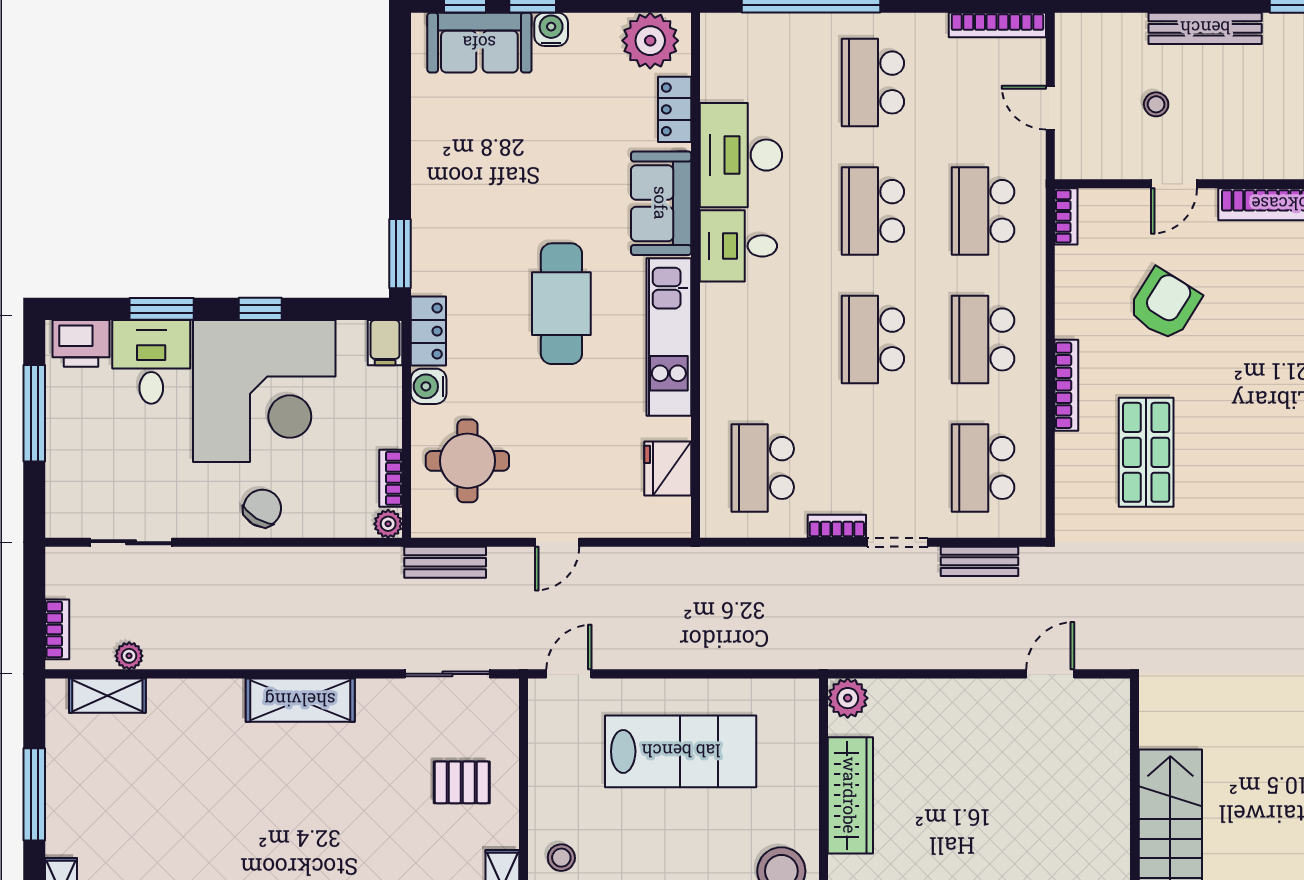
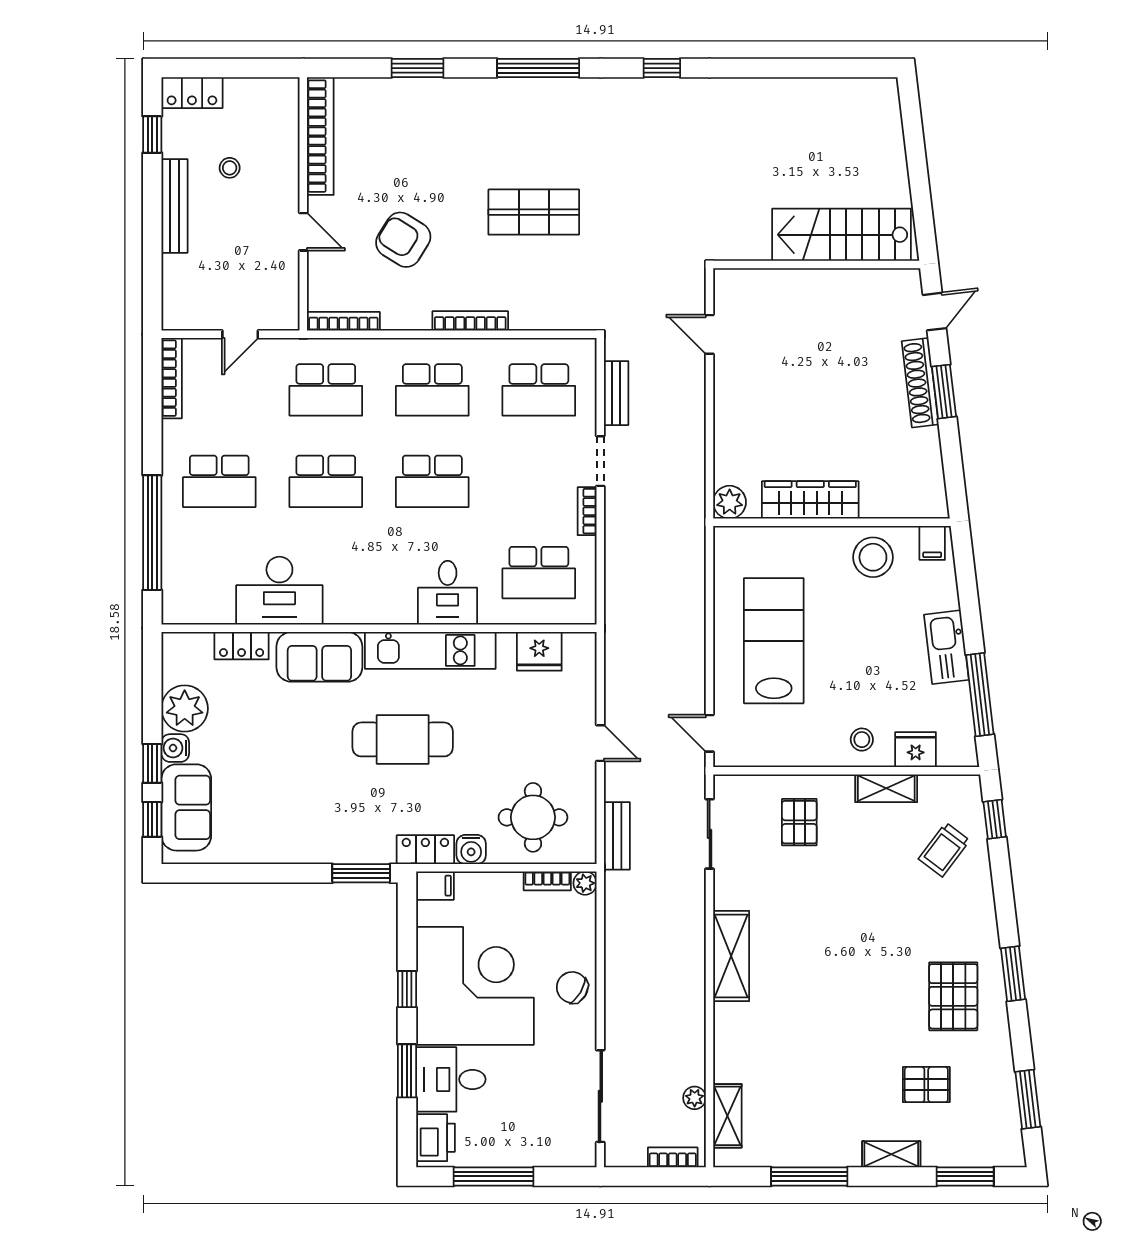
plant: (650, 41) -> (185, 709), moved
stool: (1156, 104) -> (230, 168), moved
bookcase: (1066, 216) -> (343, 321), width x1.56
desk: (738, 246) -> (448, 593), moved
shop shelf: (1146, 452) -> (534, 212), moved
sliding door: (131, 542) -> (600, 1096), width x1.37

